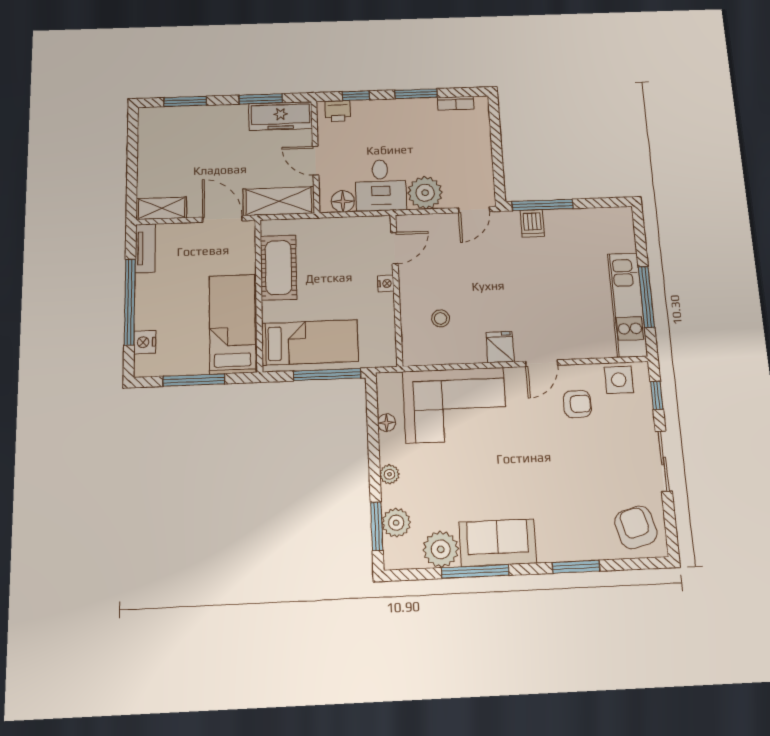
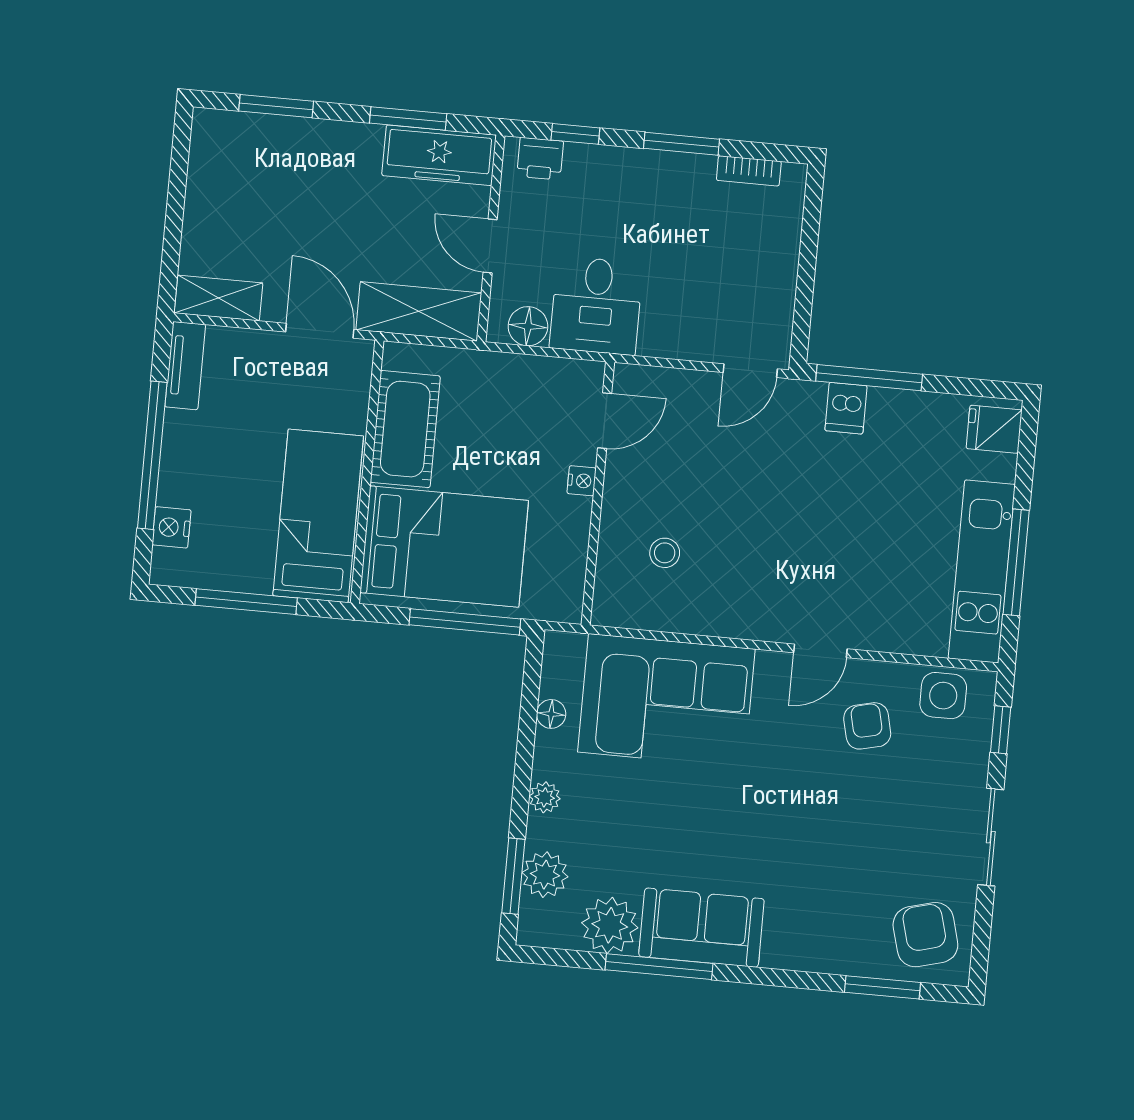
plant: (425, 193) -> (671, 329), removed
bed: (310, 342) -> (444, 547), width x1.50
fridge: (500, 347) -> (994, 429), moved, turned -90
armchair: (577, 404) -> (867, 726), turned -103
window: (576, 567) -> (882, 987), moved

